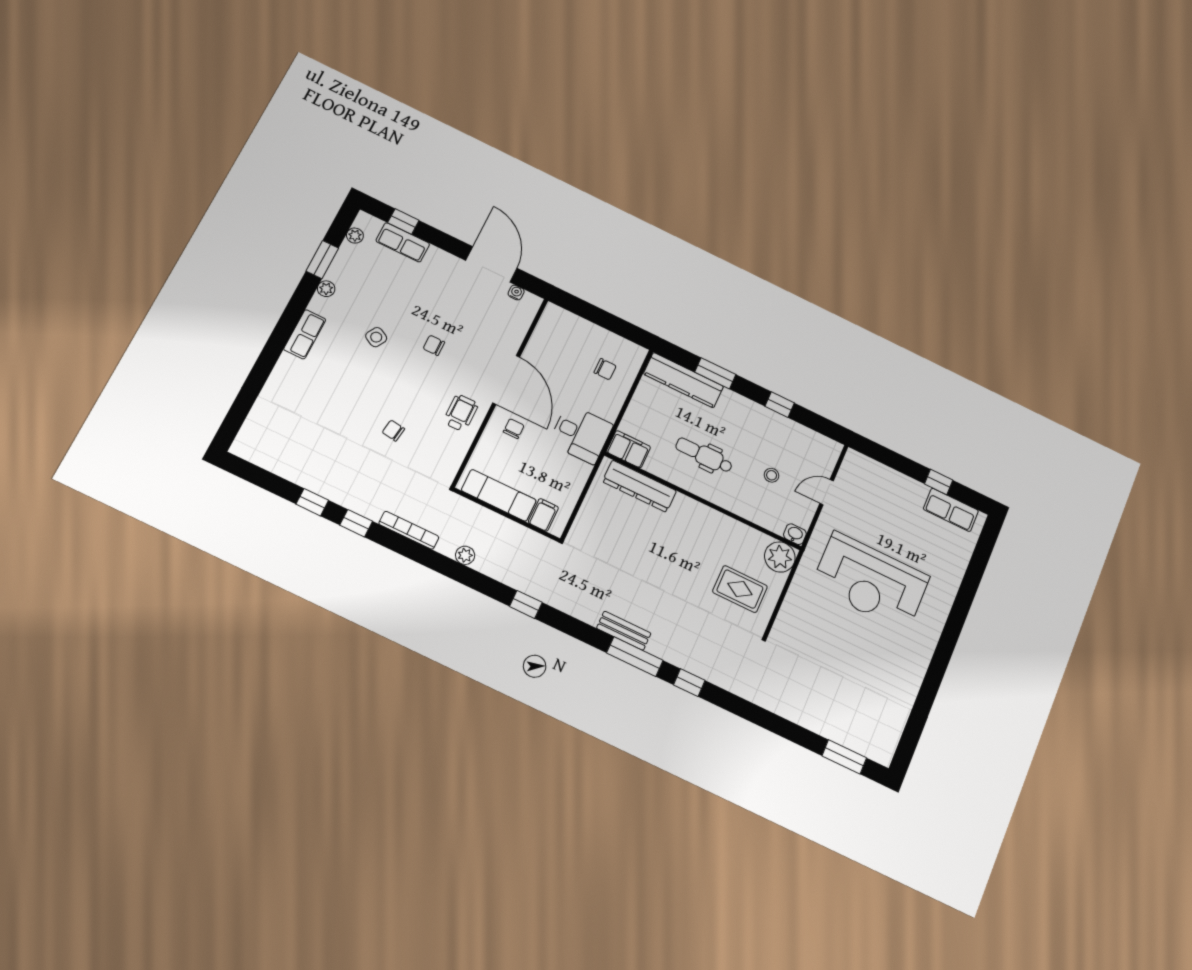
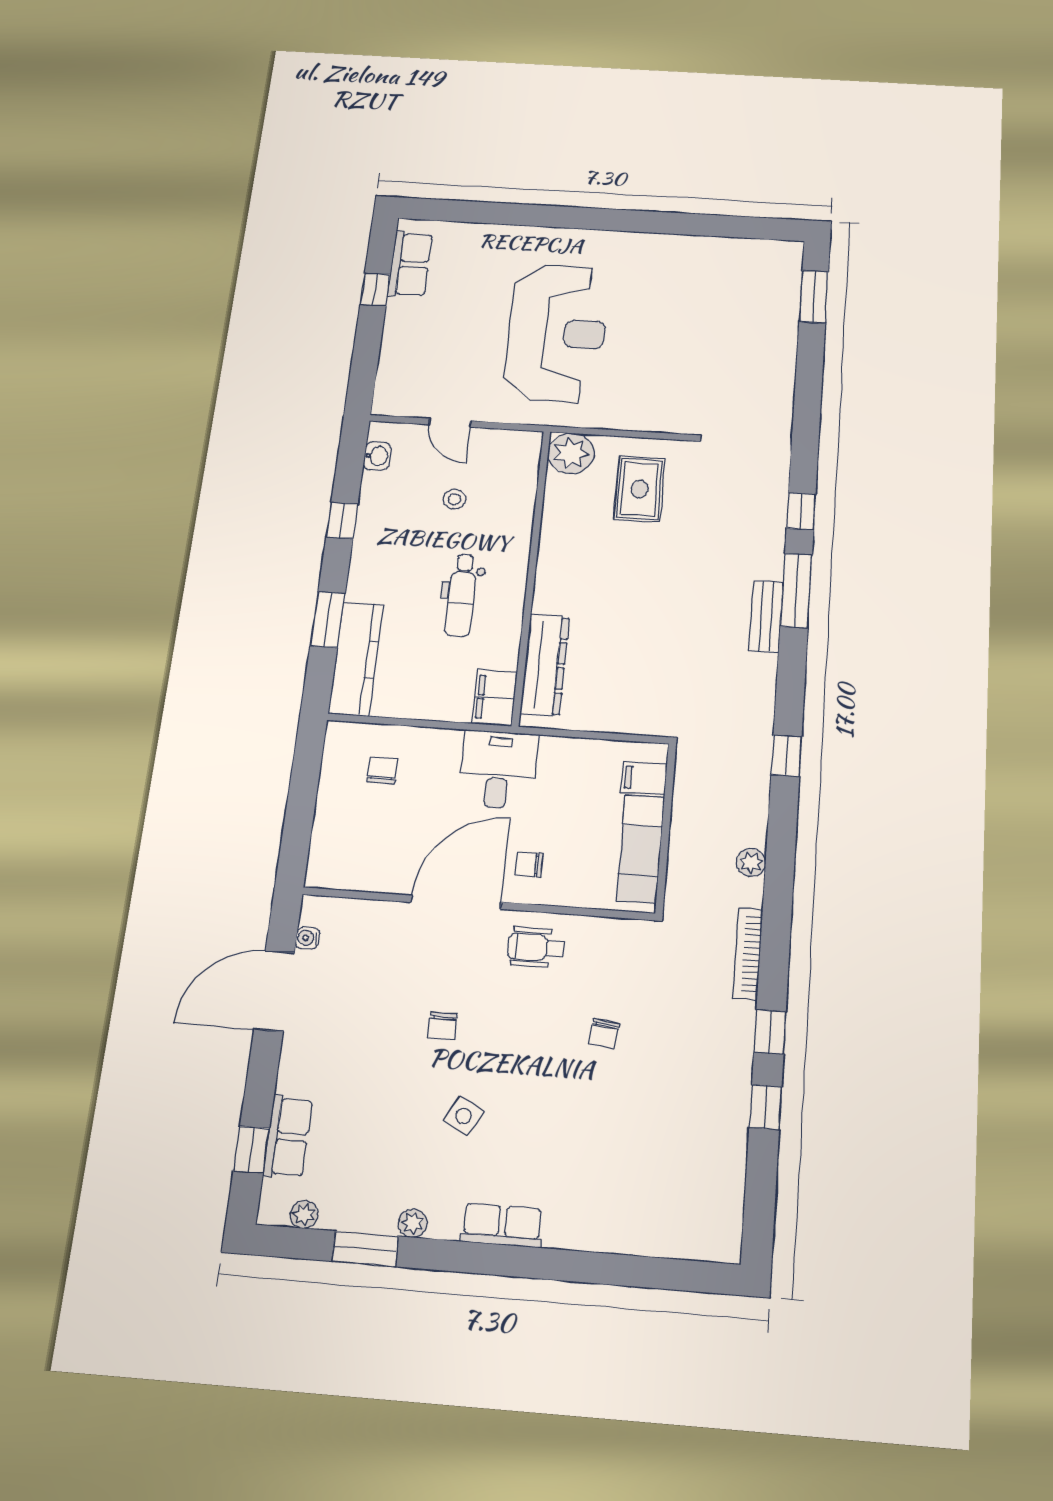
washbasin: (795, 534) -> (377, 456), moved, turned 180

